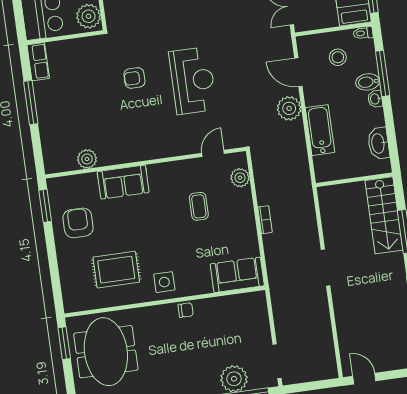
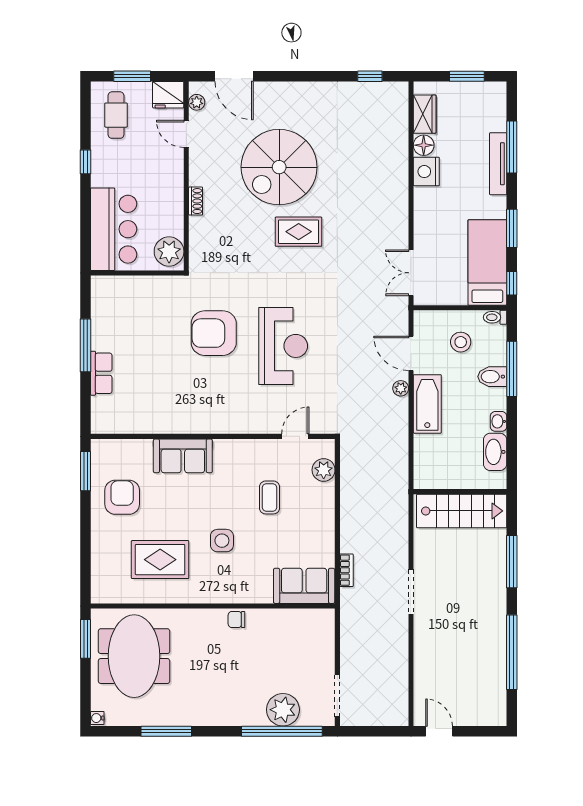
row of seats: (38, 62) -> (101, 373), moved
armchair: (134, 78) -> (214, 333), width x1.88, depth x1.88
washbasin: (375, 99) -> (499, 421), moved
plant: (289, 108) -> (401, 388), width x0.53, depth x0.53
bathtub: (320, 130) -> (427, 404), moved
plant: (87, 159) -> (143, 422), removed
stairs: (384, 215) -> (462, 511), moved, turned -90
bookcase: (265, 220) -> (346, 570), moved
side table: (164, 282) -> (222, 541), moved
chair: (186, 310) -> (236, 619), turned 180

